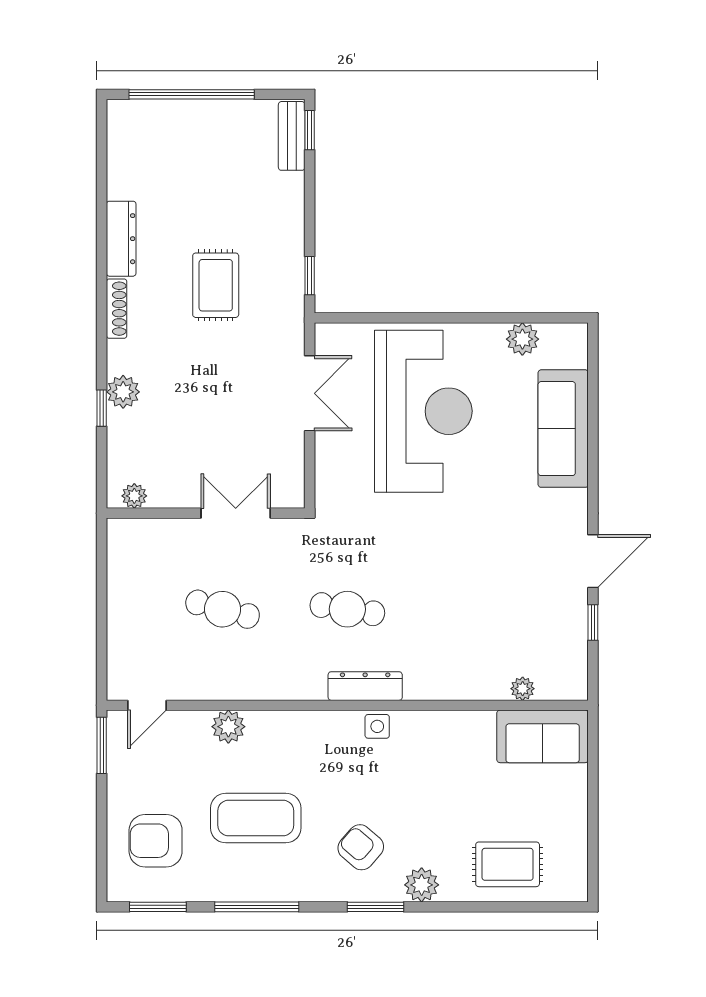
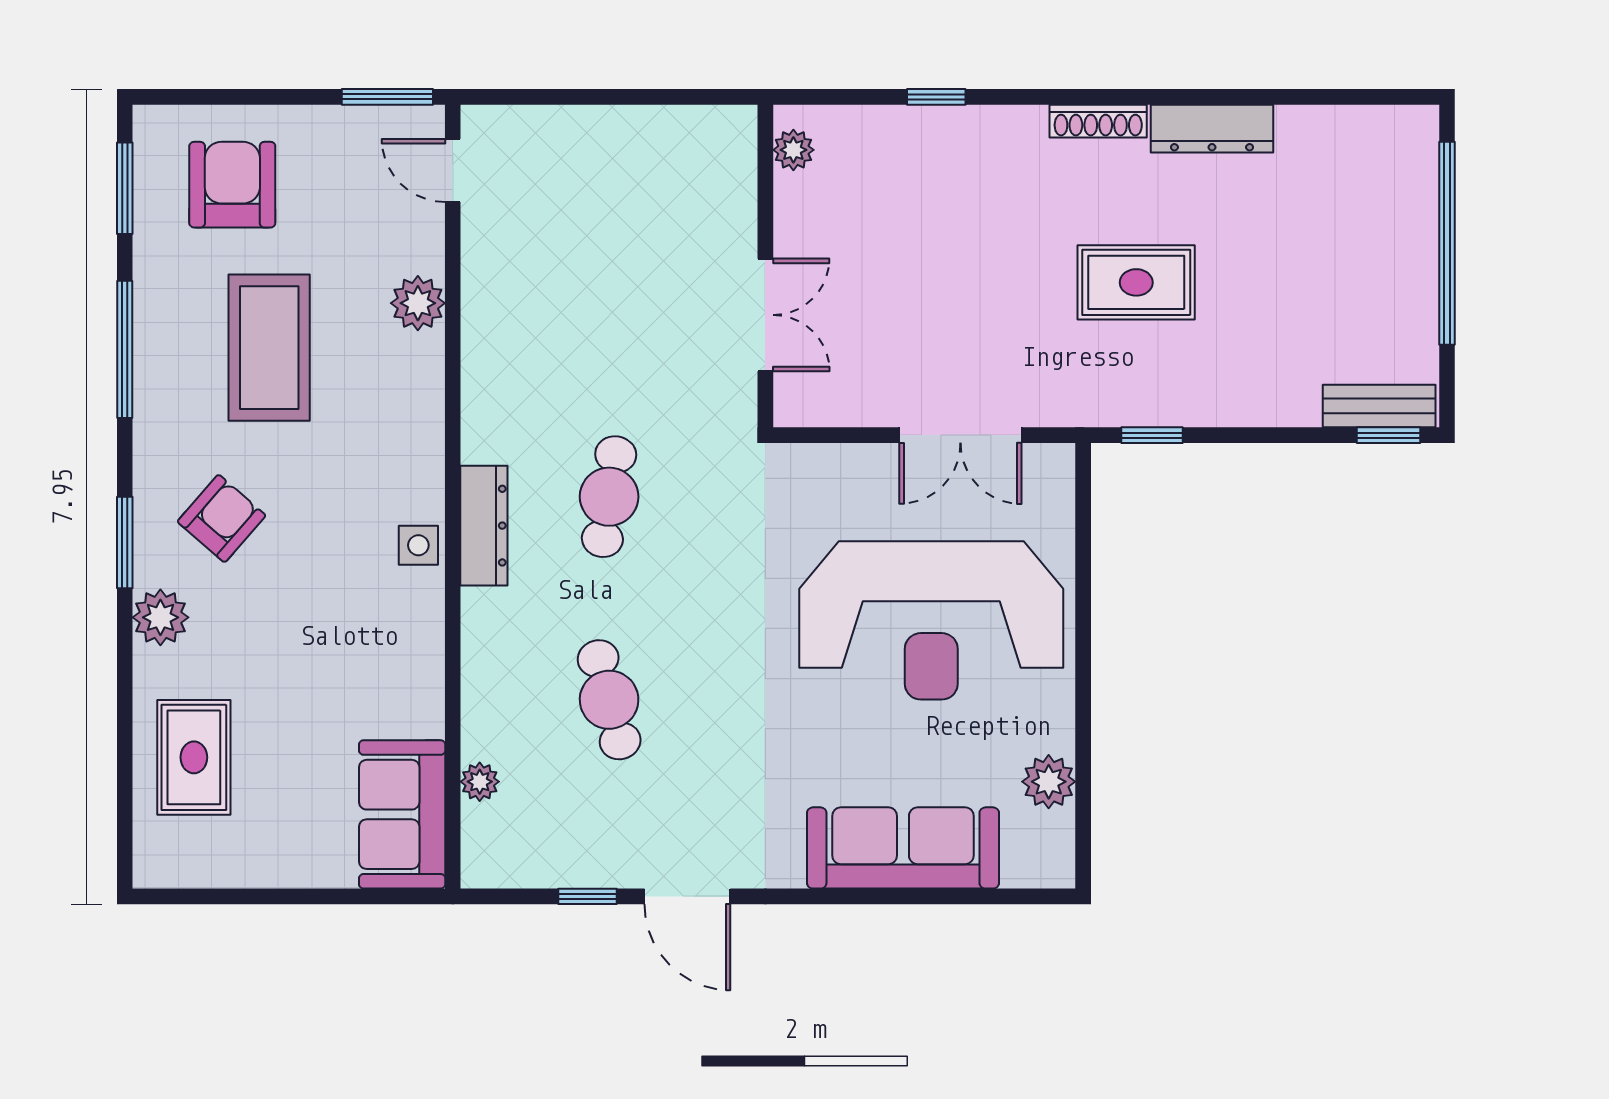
plant: (123, 392) -> (963, 132), removed
cafe table: (223, 609) -> (609, 700), moved, turned -30

